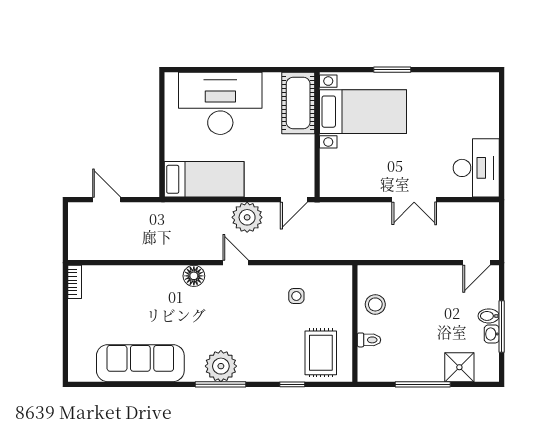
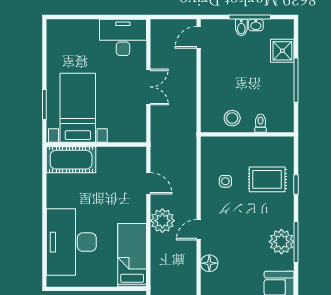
cot: (298, 103) -> (71, 160), moved
bed with nightstands: (363, 112) -> (78, 108), moved
wall: (317, 135) -> (96, 145), moved
door: (476, 263) -> (199, 37), swing flipped
rug: (321, 353) -> (267, 179), moved

